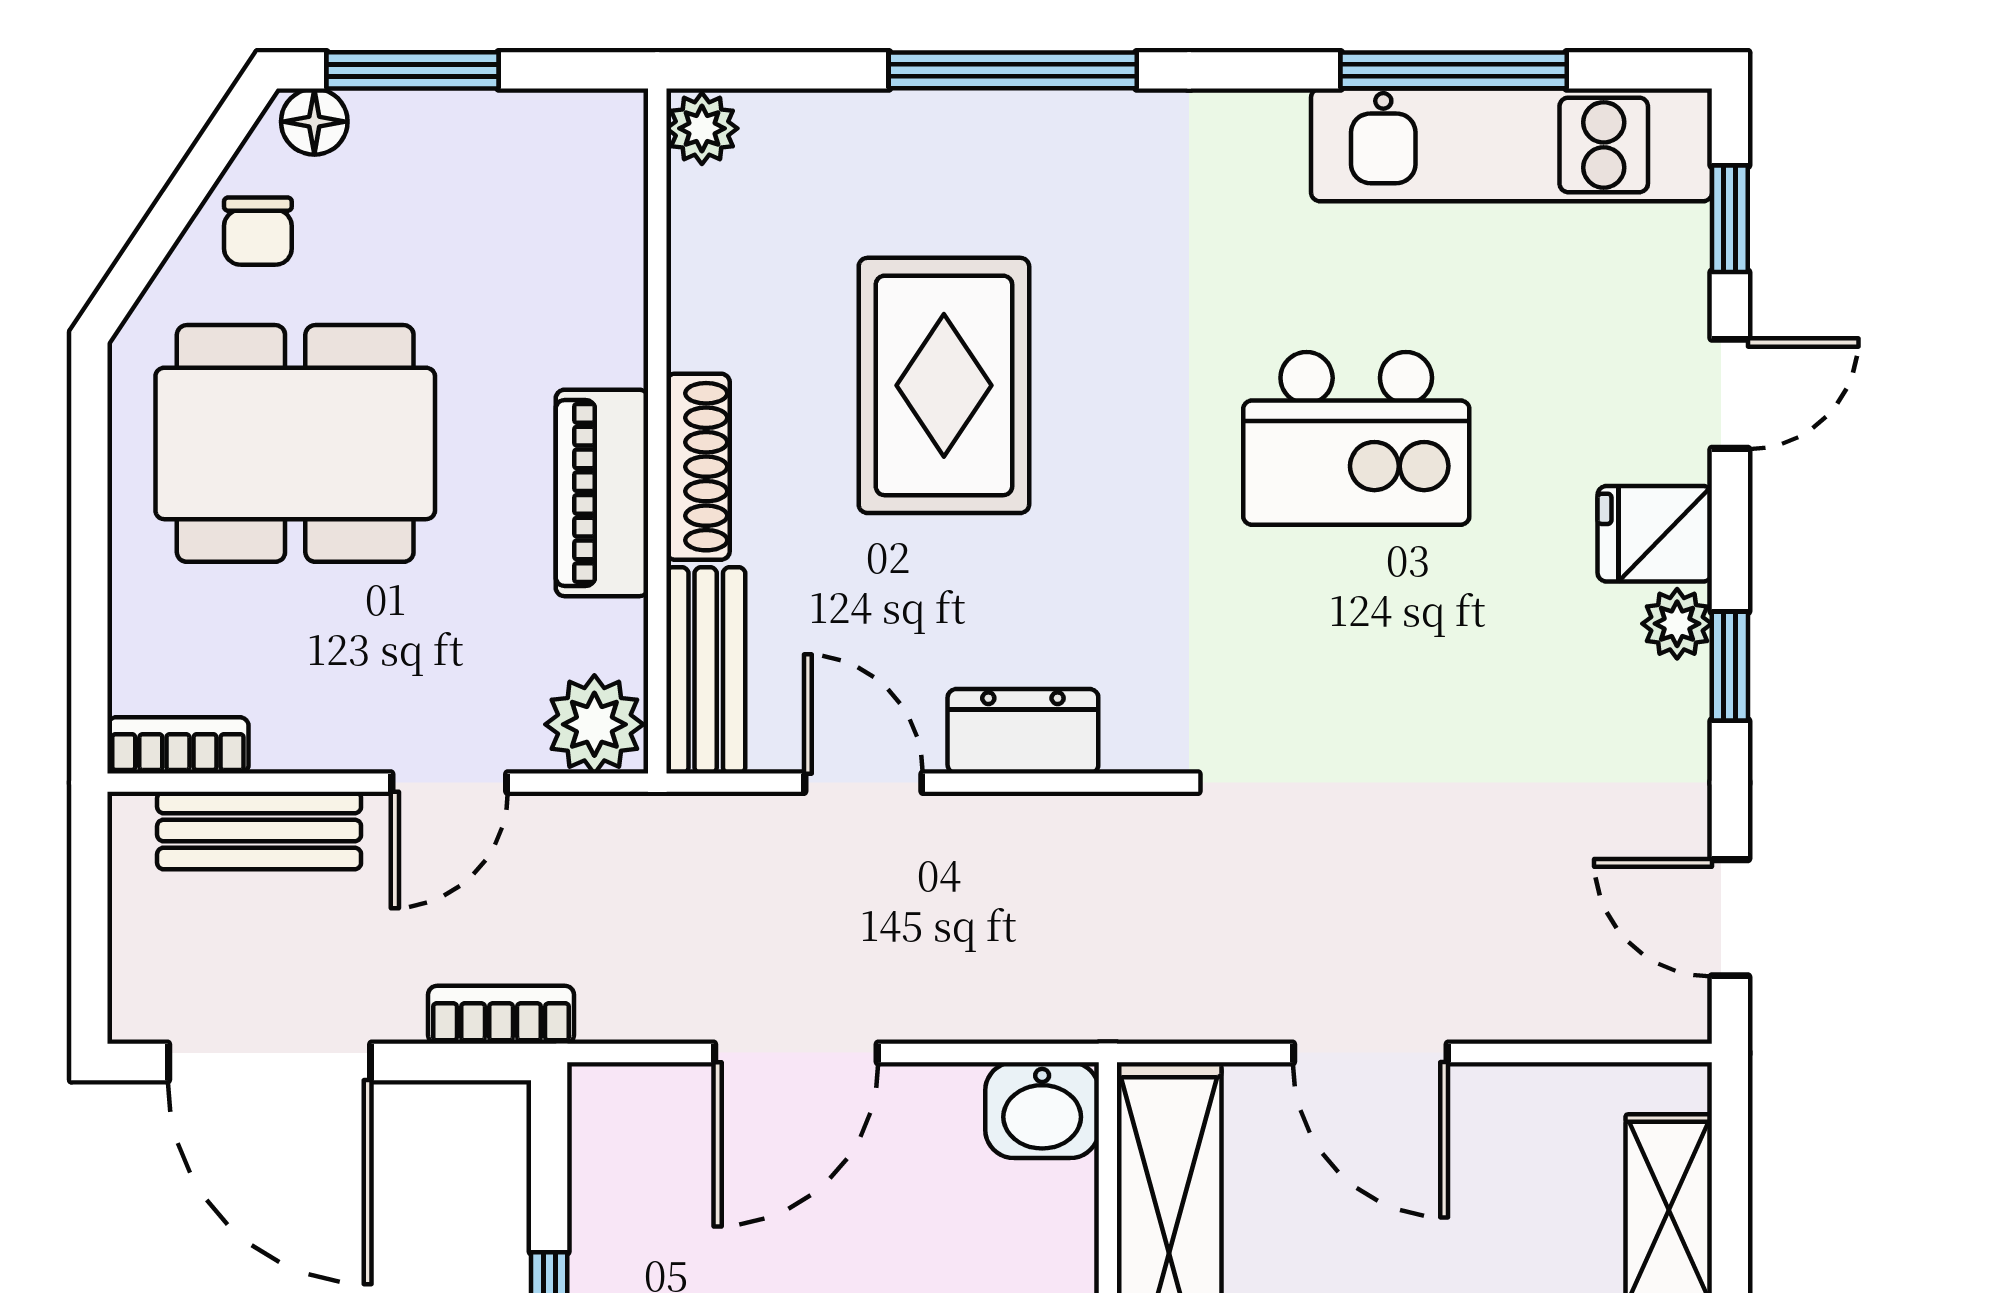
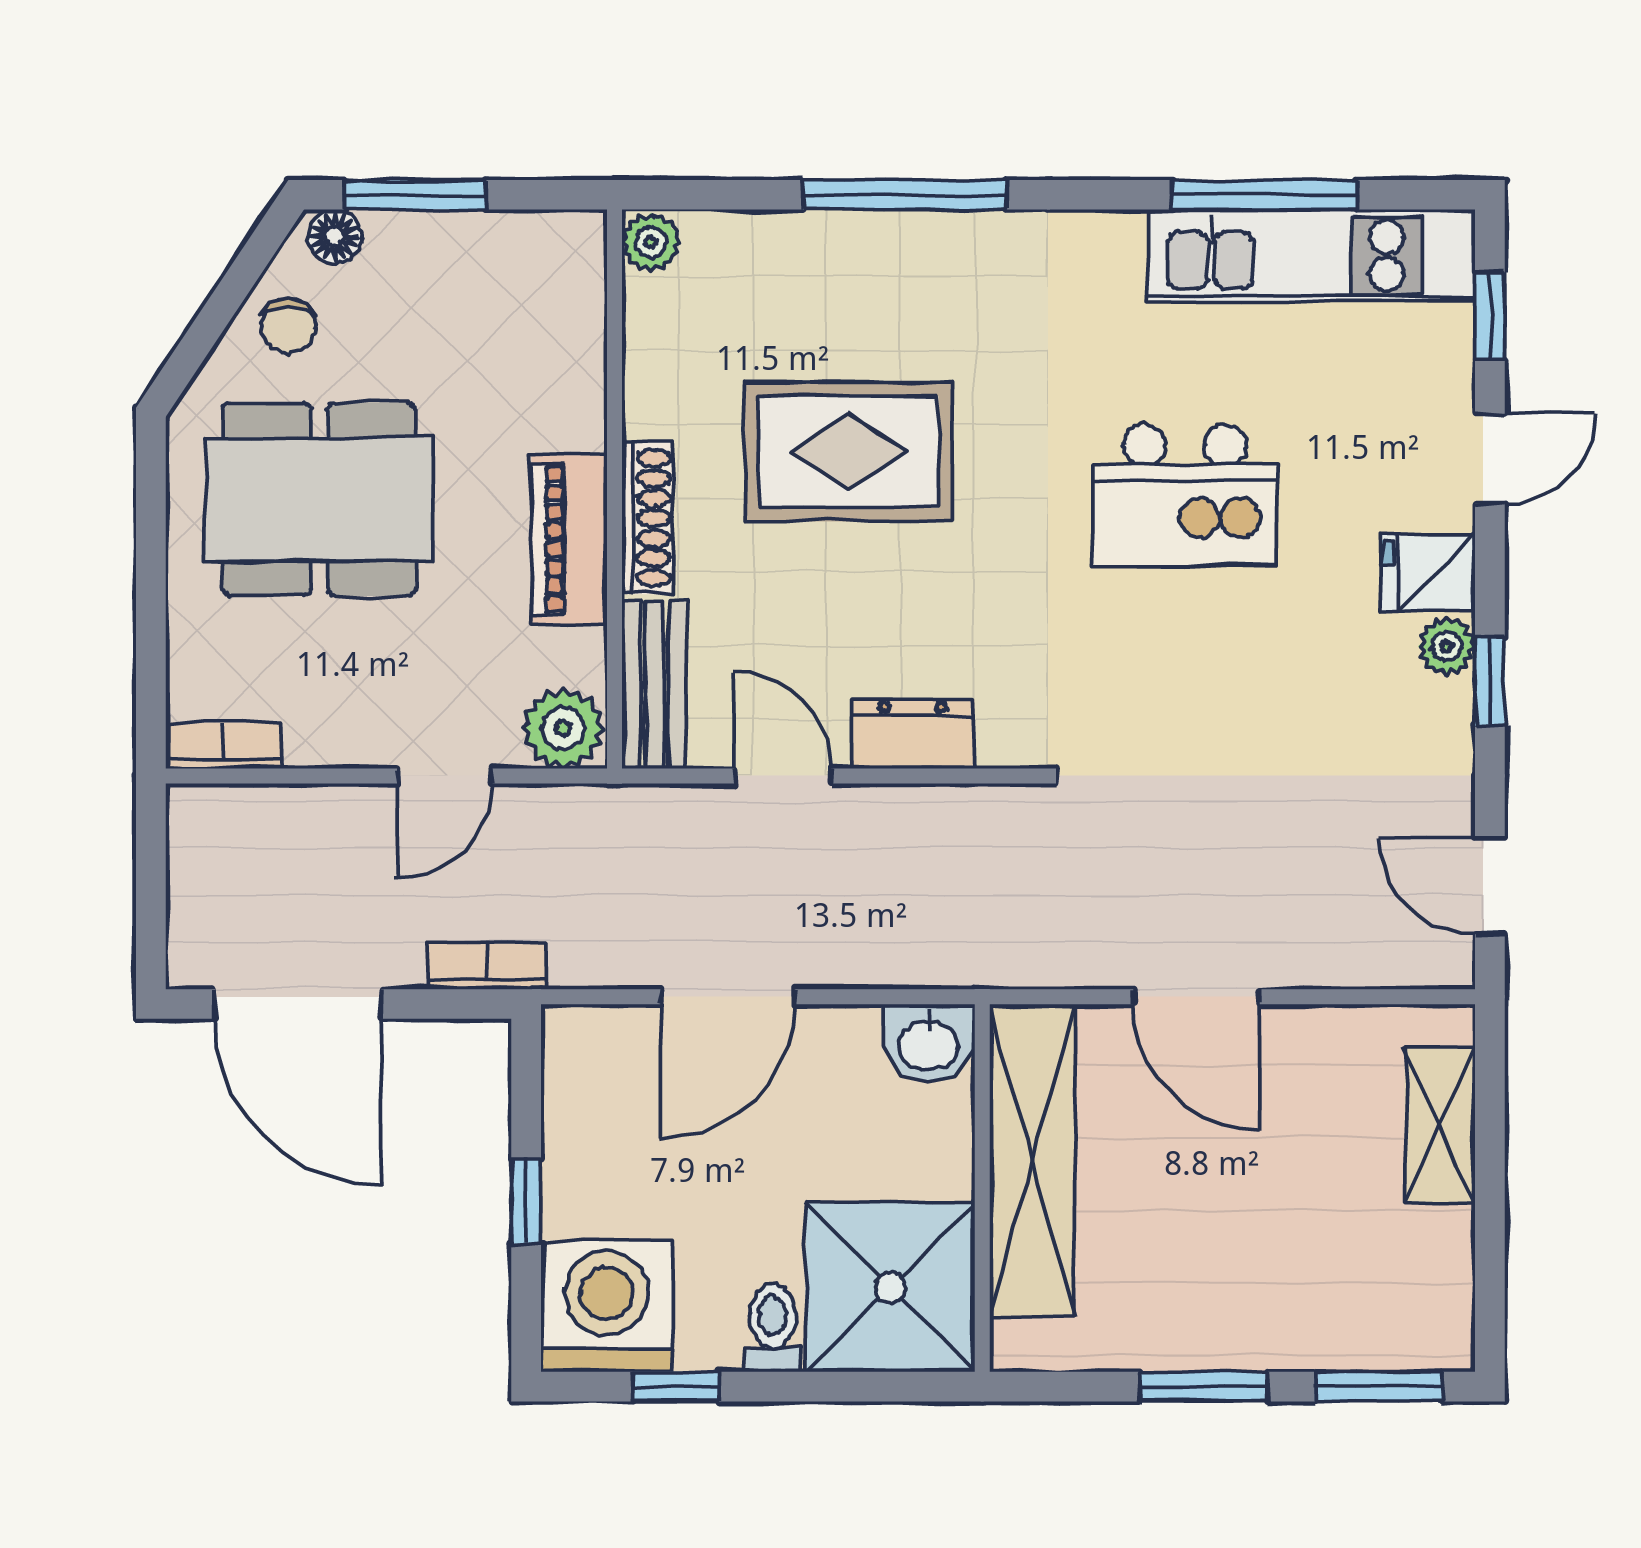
rug: (944, 385) -> (848, 452), turned 90
bench: (259, 830) -> (289, 815), removed

